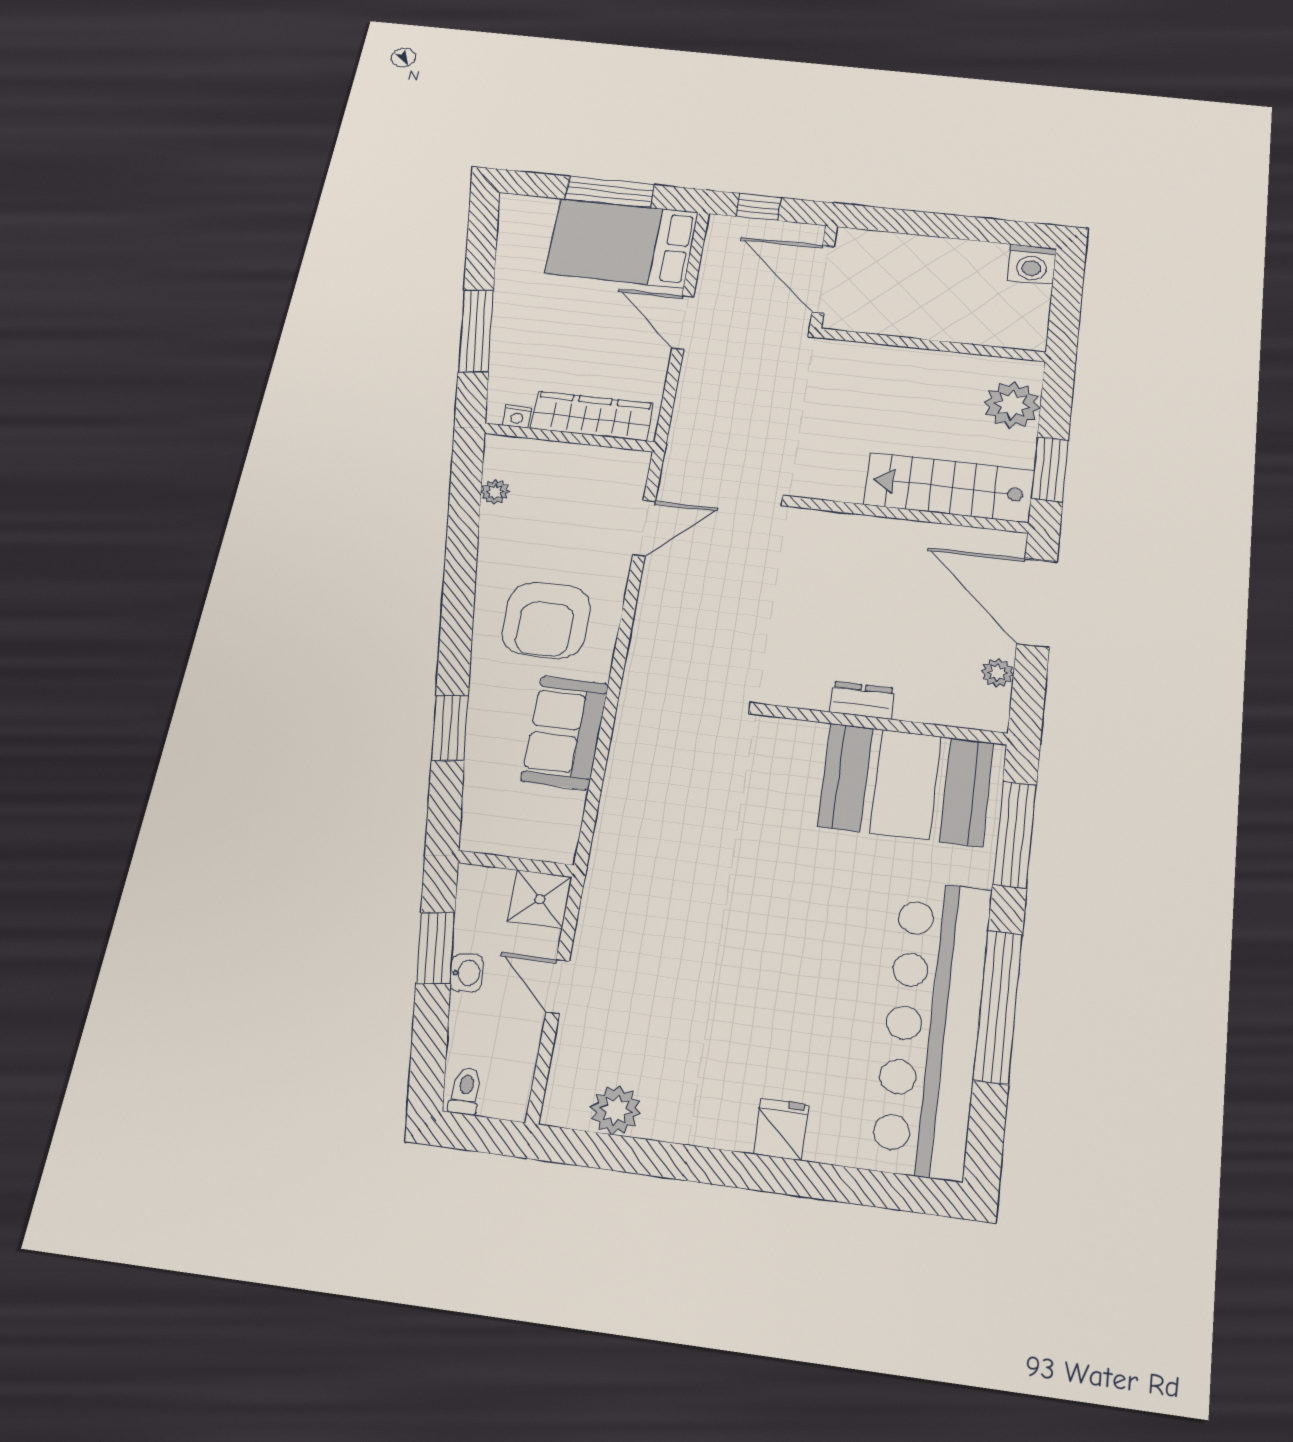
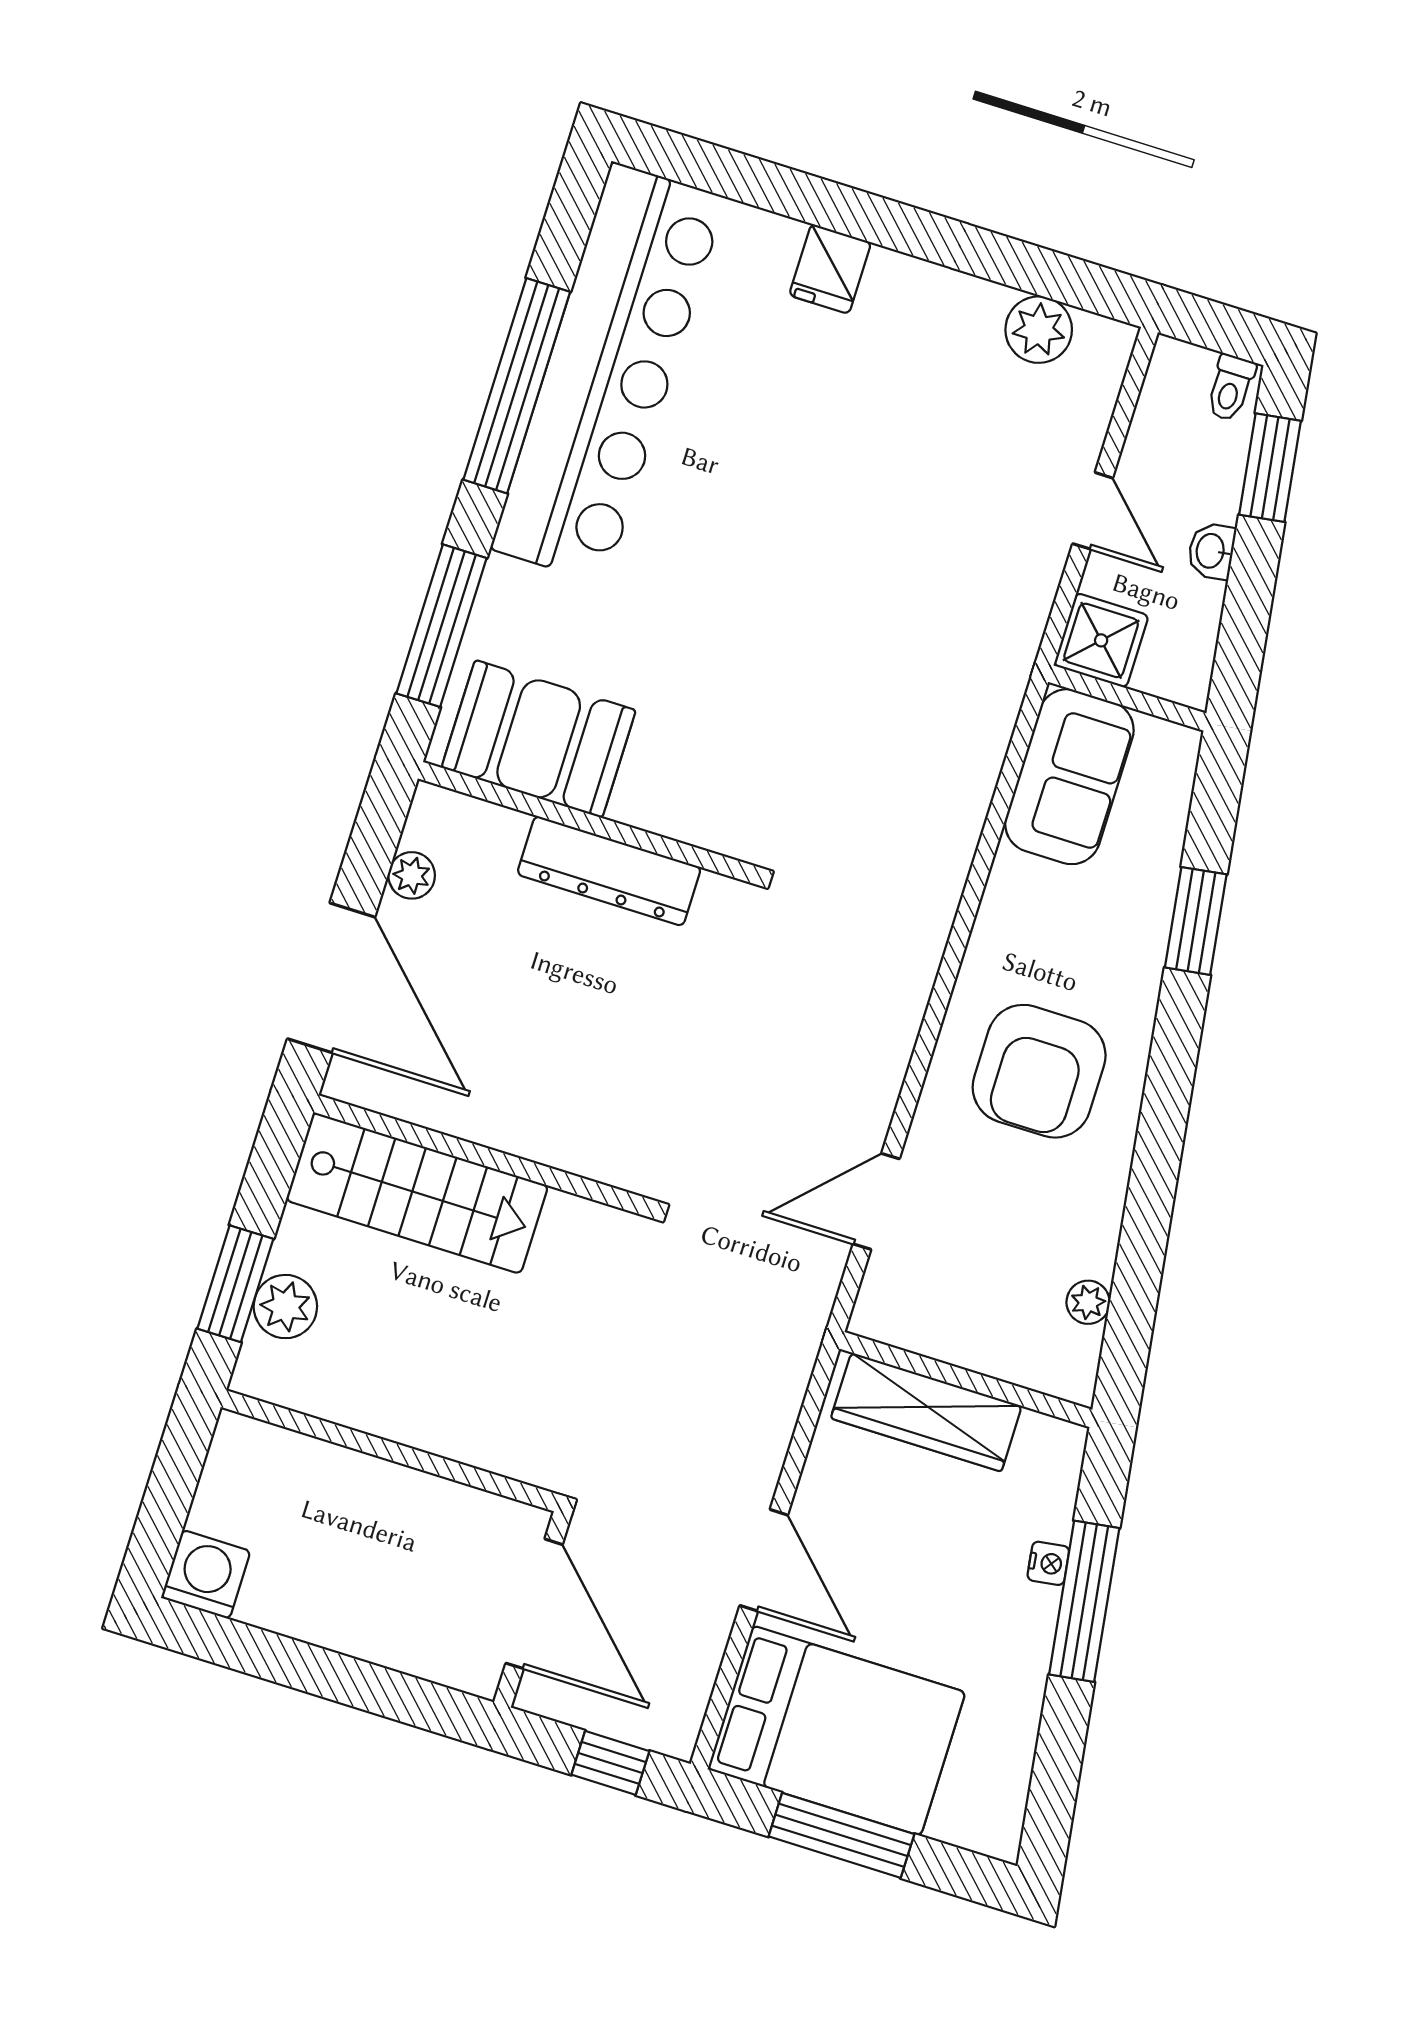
plant: (1012, 405) -> (285, 1307), width x0.73, depth x0.73
nightstand: (517, 417) -> (1048, 1563), moved, turned 82
window: (1050, 469) -> (235, 1284), moved
armchair: (546, 620) -> (1039, 1071), turned 180
dresser: (862, 700) -> (609, 871), width x1.96, depth x1.24
sofa: (565, 732) -> (1069, 777), moved
booth: (906, 784) -> (539, 739), width x0.73, depth x0.70
window: (436, 948) -> (1270, 468), moved

